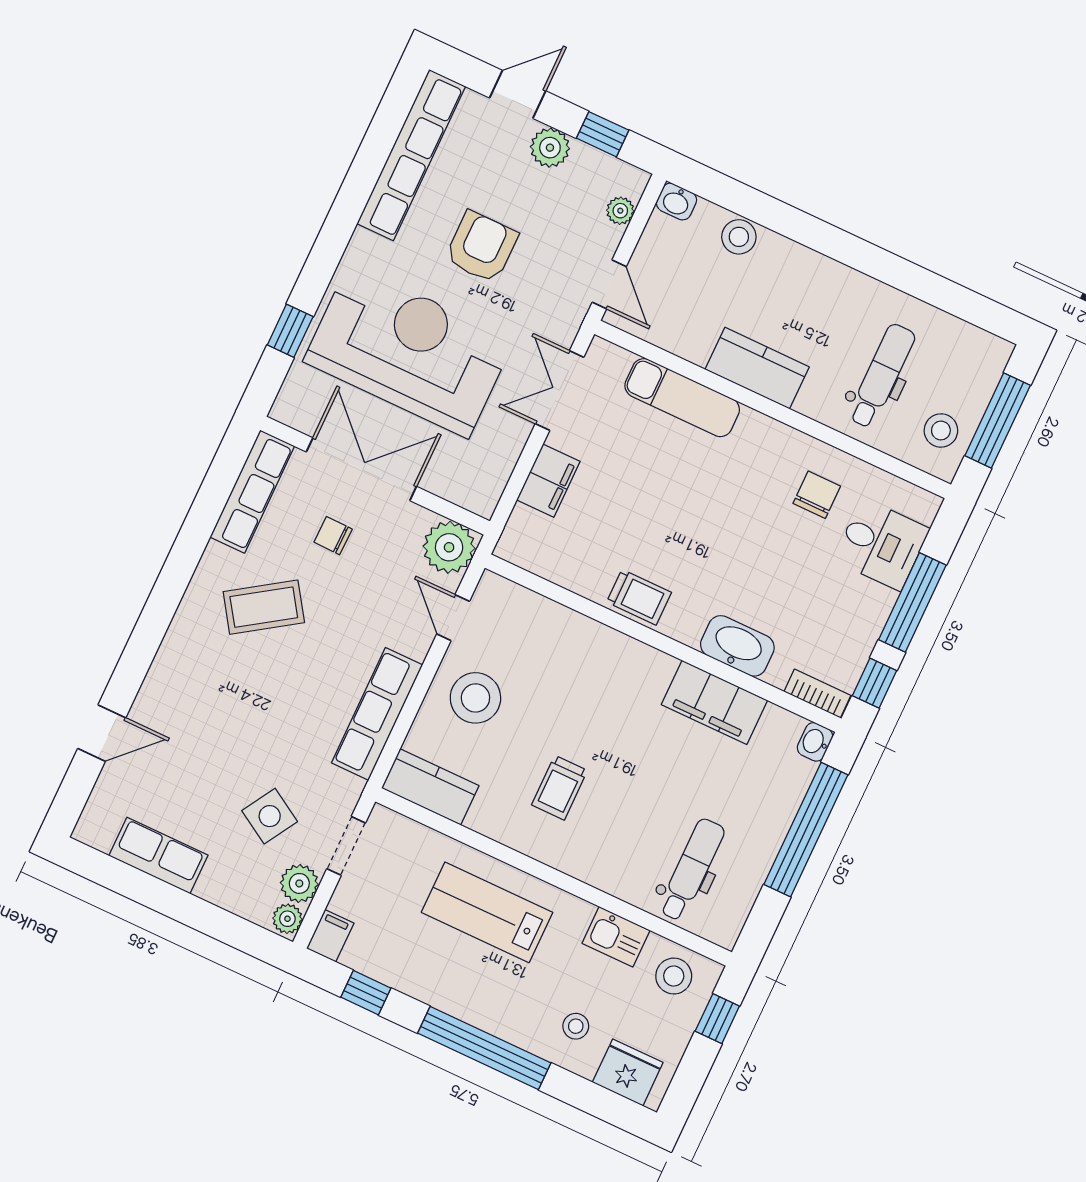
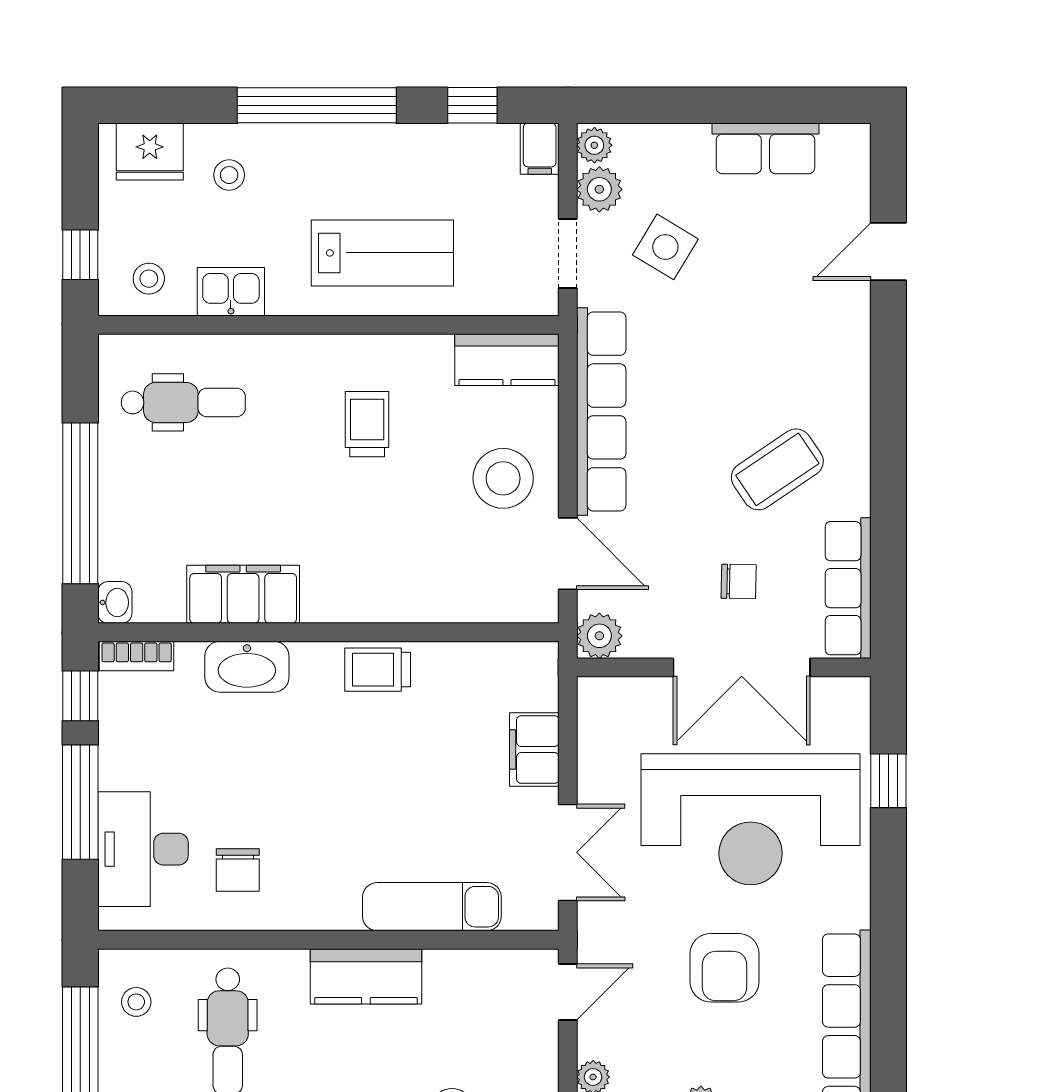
door: (609, 284) -> (568, 992), swing flipped
stool: (941, 431) -> (136, 1002), width x0.73, depth x0.73
desk: (881, 544) -> (143, 849), width x1.37
plant: (449, 547) -> (599, 636), width x0.73, depth x0.73
door: (453, 618) -> (568, 554), width x1.38
row of seats: (377, 714) -> (601, 411), width x1.36
dental chair: (692, 870) -> (183, 402), turned -90
stool: (674, 976) -> (149, 279), width x0.73, depth x0.73

